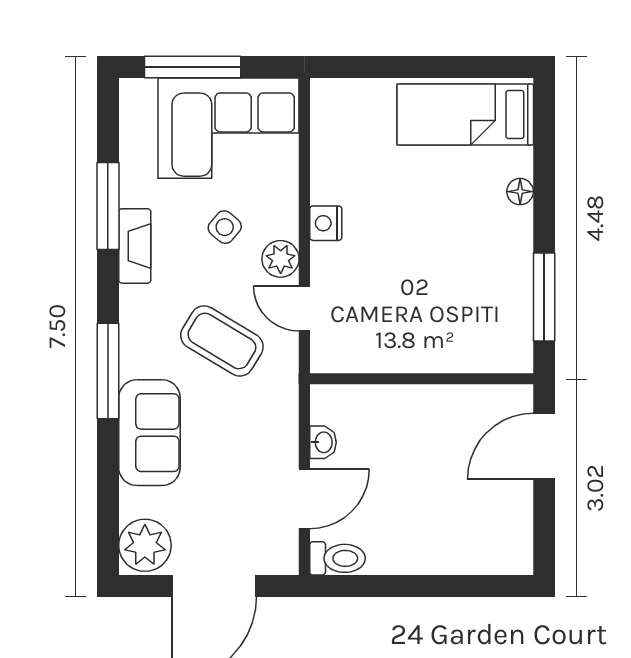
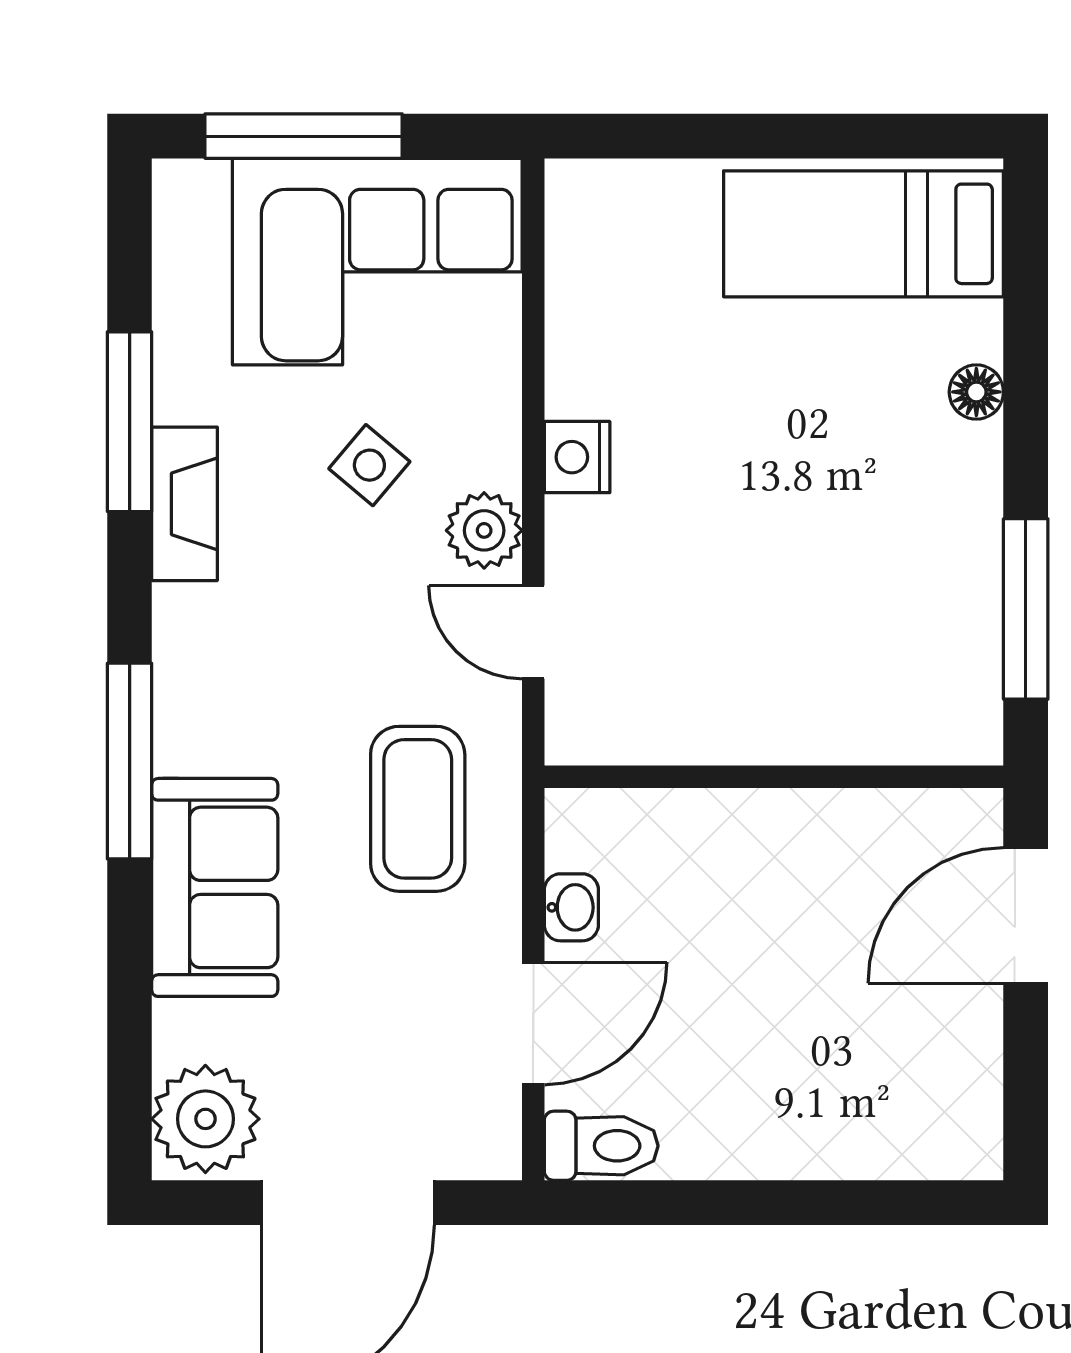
coffee table: (222, 341) -> (418, 809), moved, turned 59

